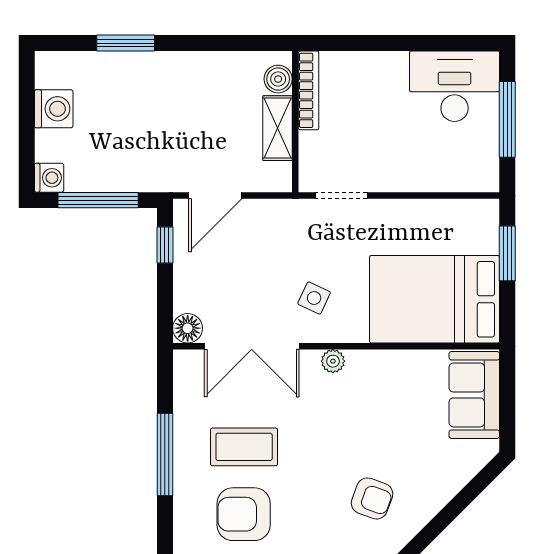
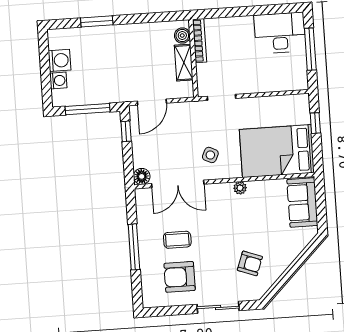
washing machine: (49, 178) -> (58, 81), moved
window: (507, 253) -> (315, 123), width x0.67
plant: (333, 361) -> (240, 188), moved
coffee table: (244, 447) -> (177, 240), width x0.73, depth x0.77

